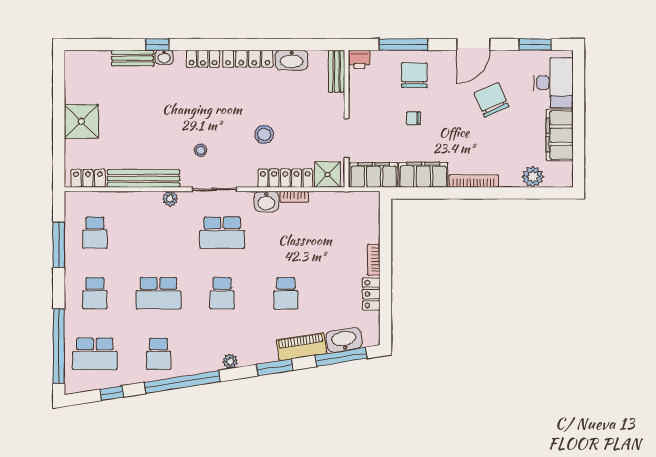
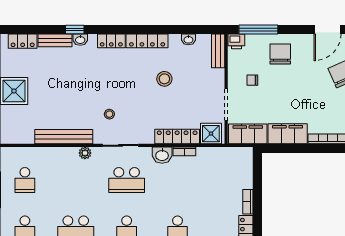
window: (403, 44) -> (258, 30), moved
washbasin: (292, 60) -> (188, 39), width x0.52, depth x0.69
chair: (413, 118) -> (252, 80), moved
stool: (264, 134) -> (164, 79), moved
locker: (88, 178) -> (23, 41), moved, turned 180

